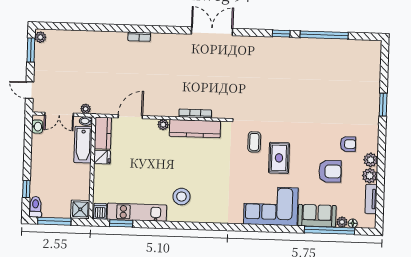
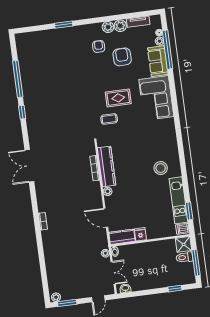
bathtub: (83, 145) -> (133, 250), removed
toilet: (35, 207) -> (184, 257), moved

